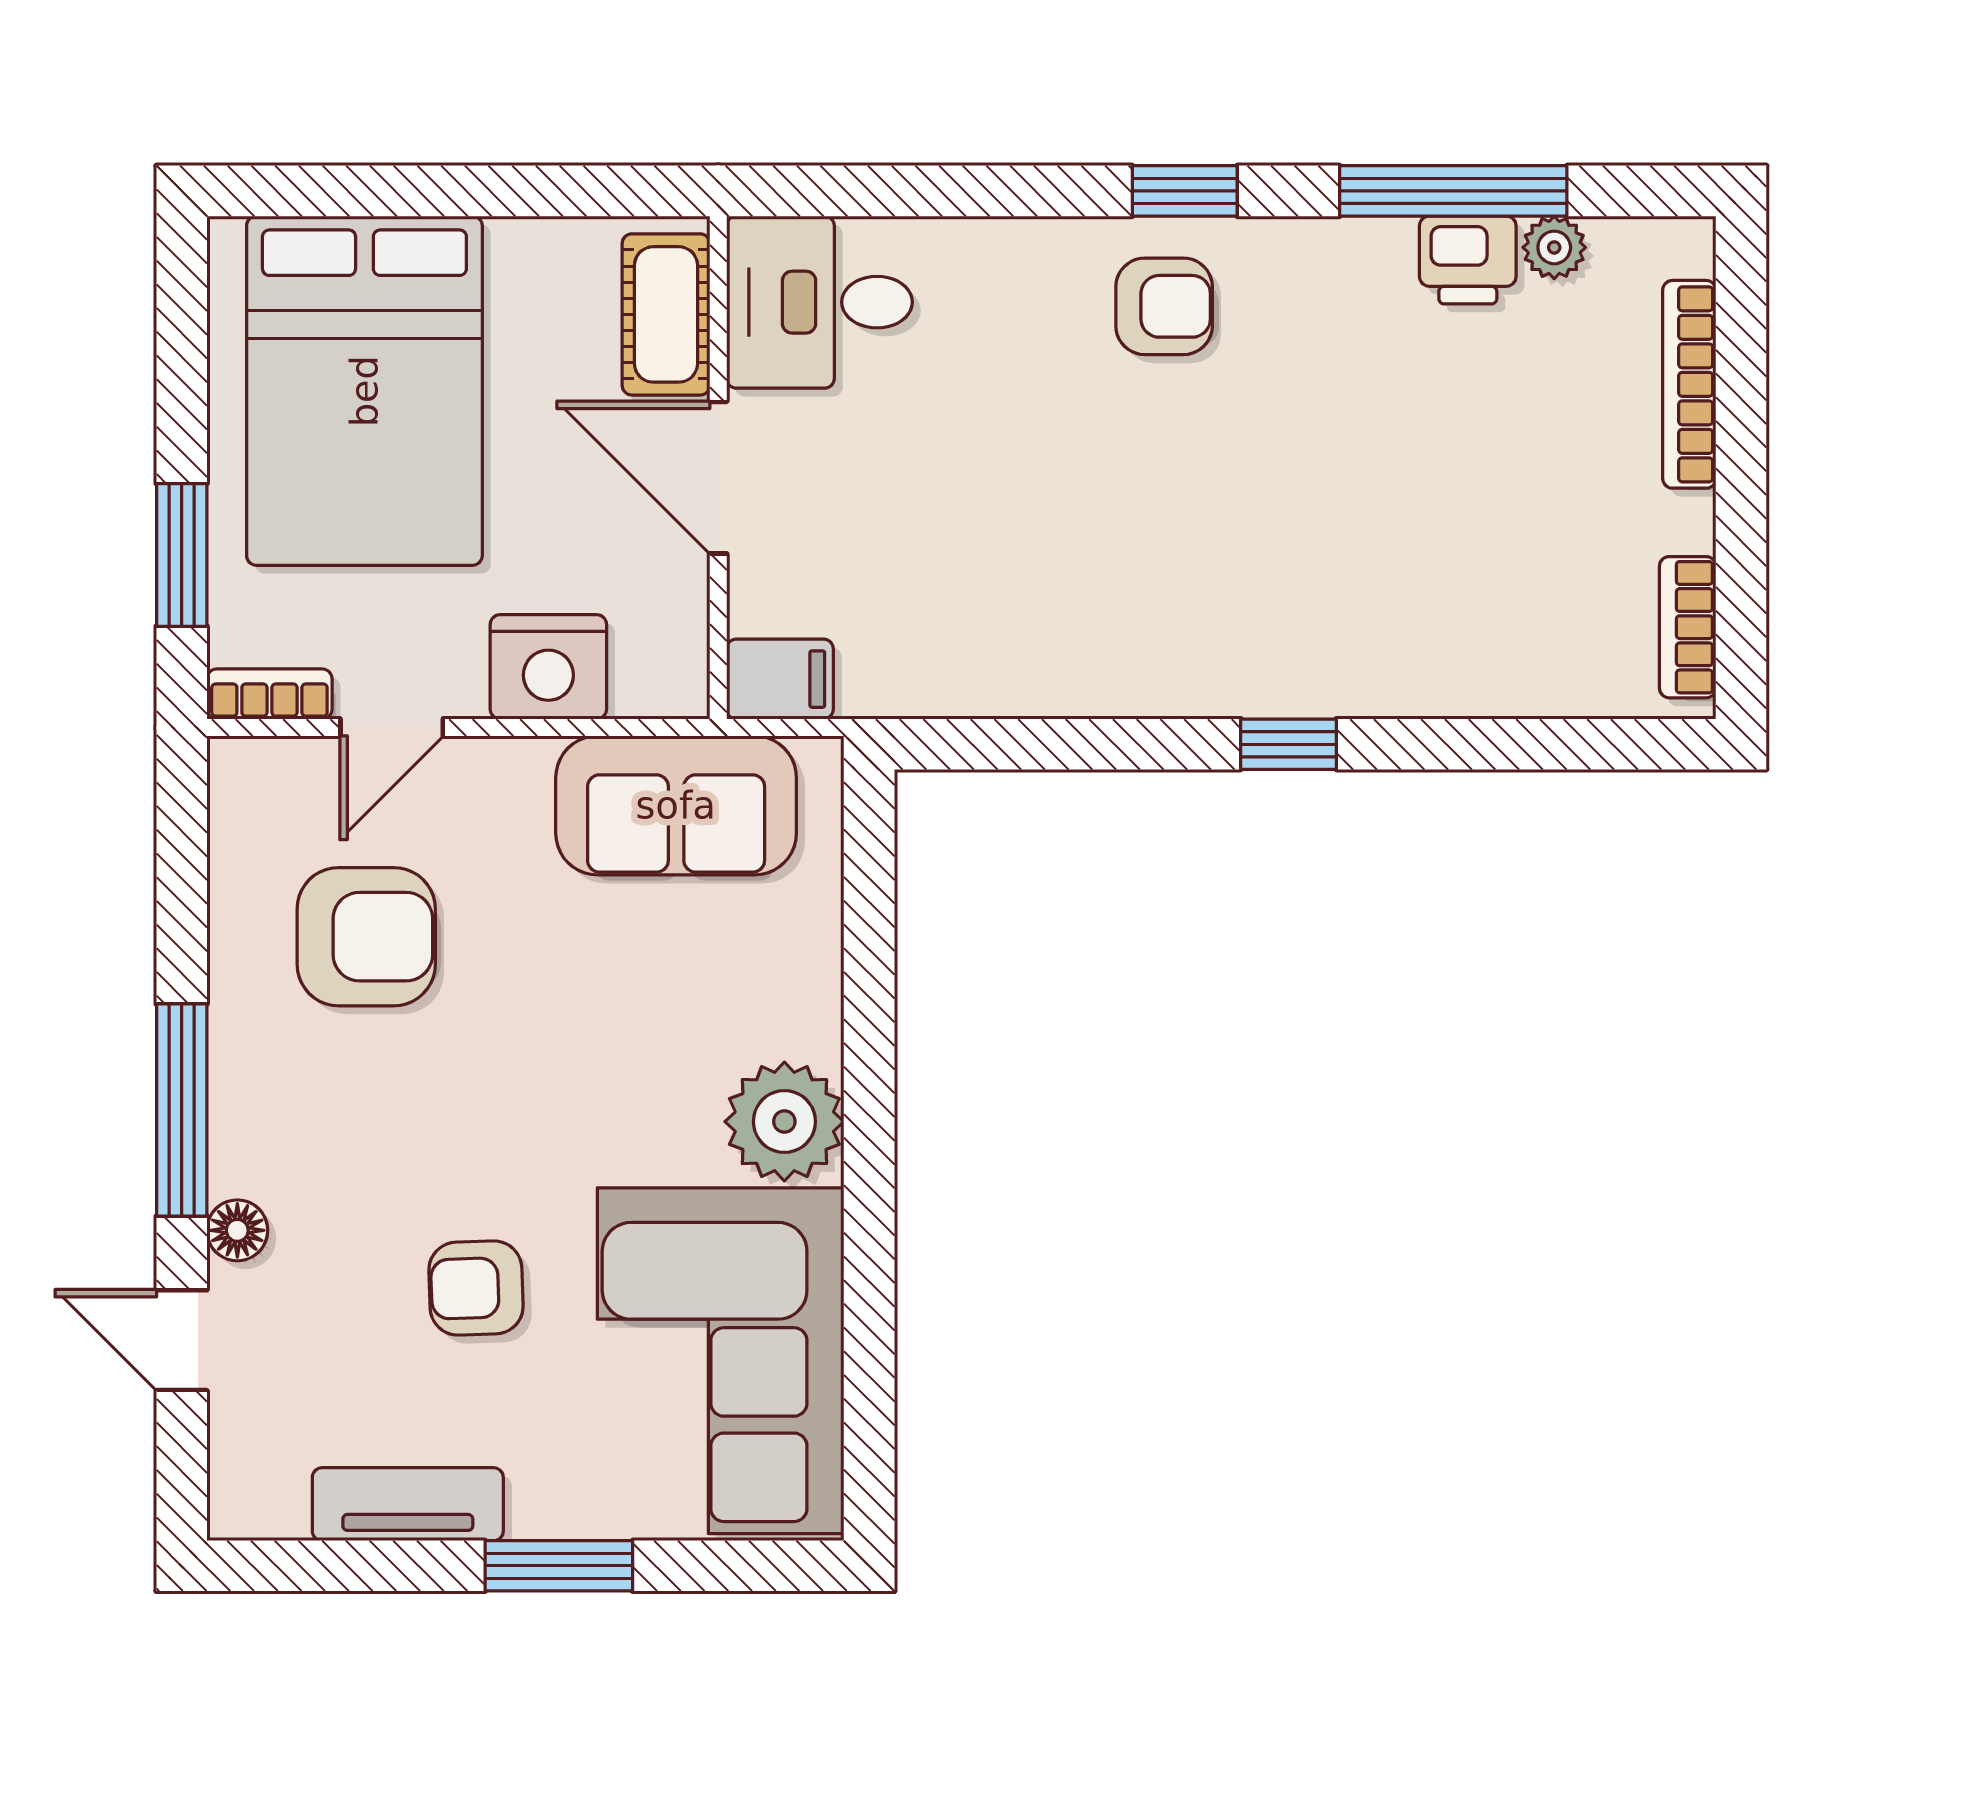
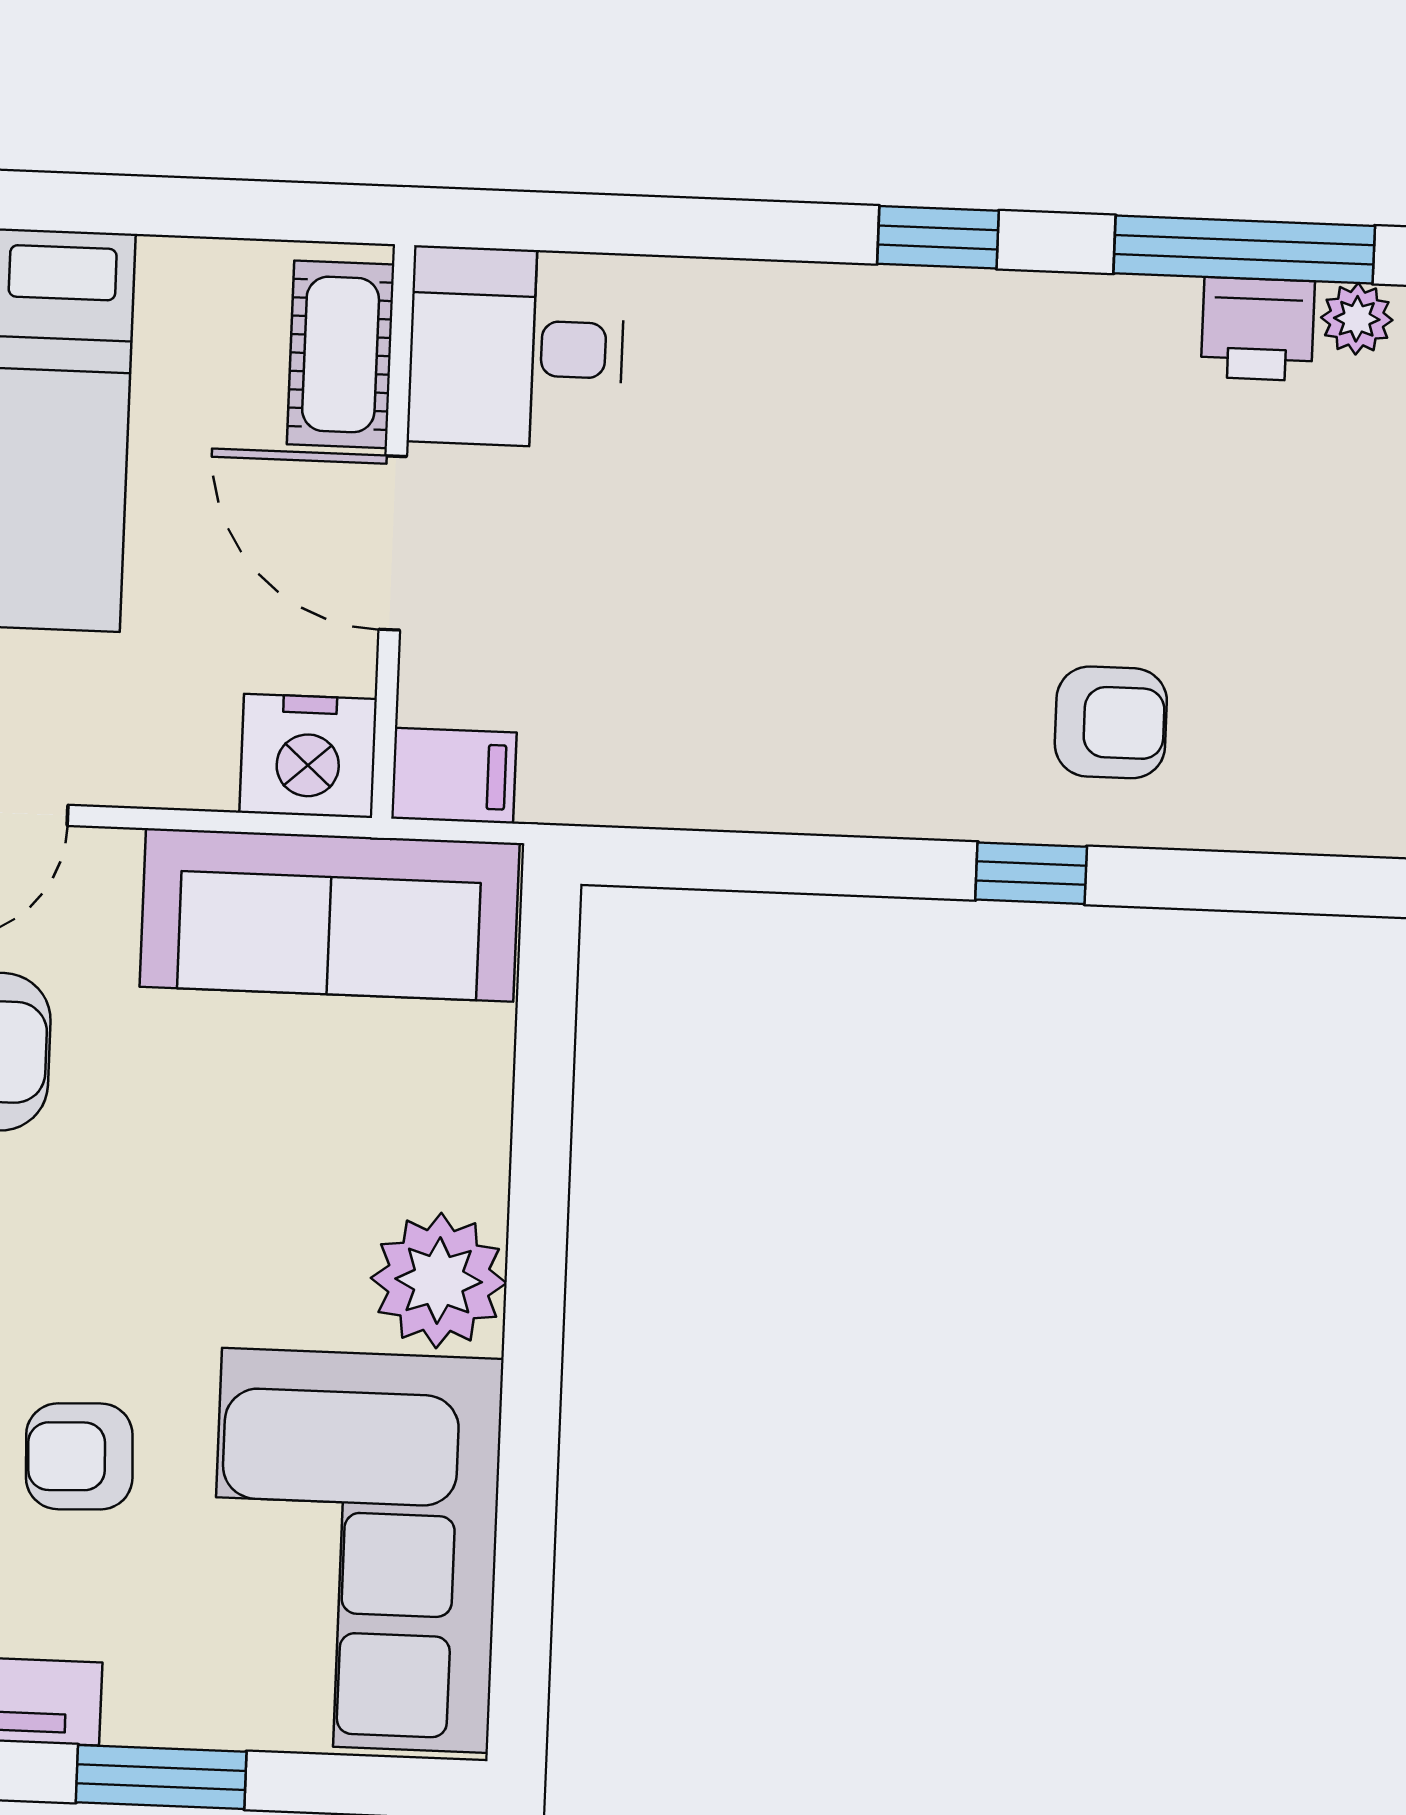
armchair: (1164, 306) -> (1111, 722), moved
nightstand: (548, 667) -> (308, 756), moved
sofa: (676, 805) -> (330, 915), width x1.36

